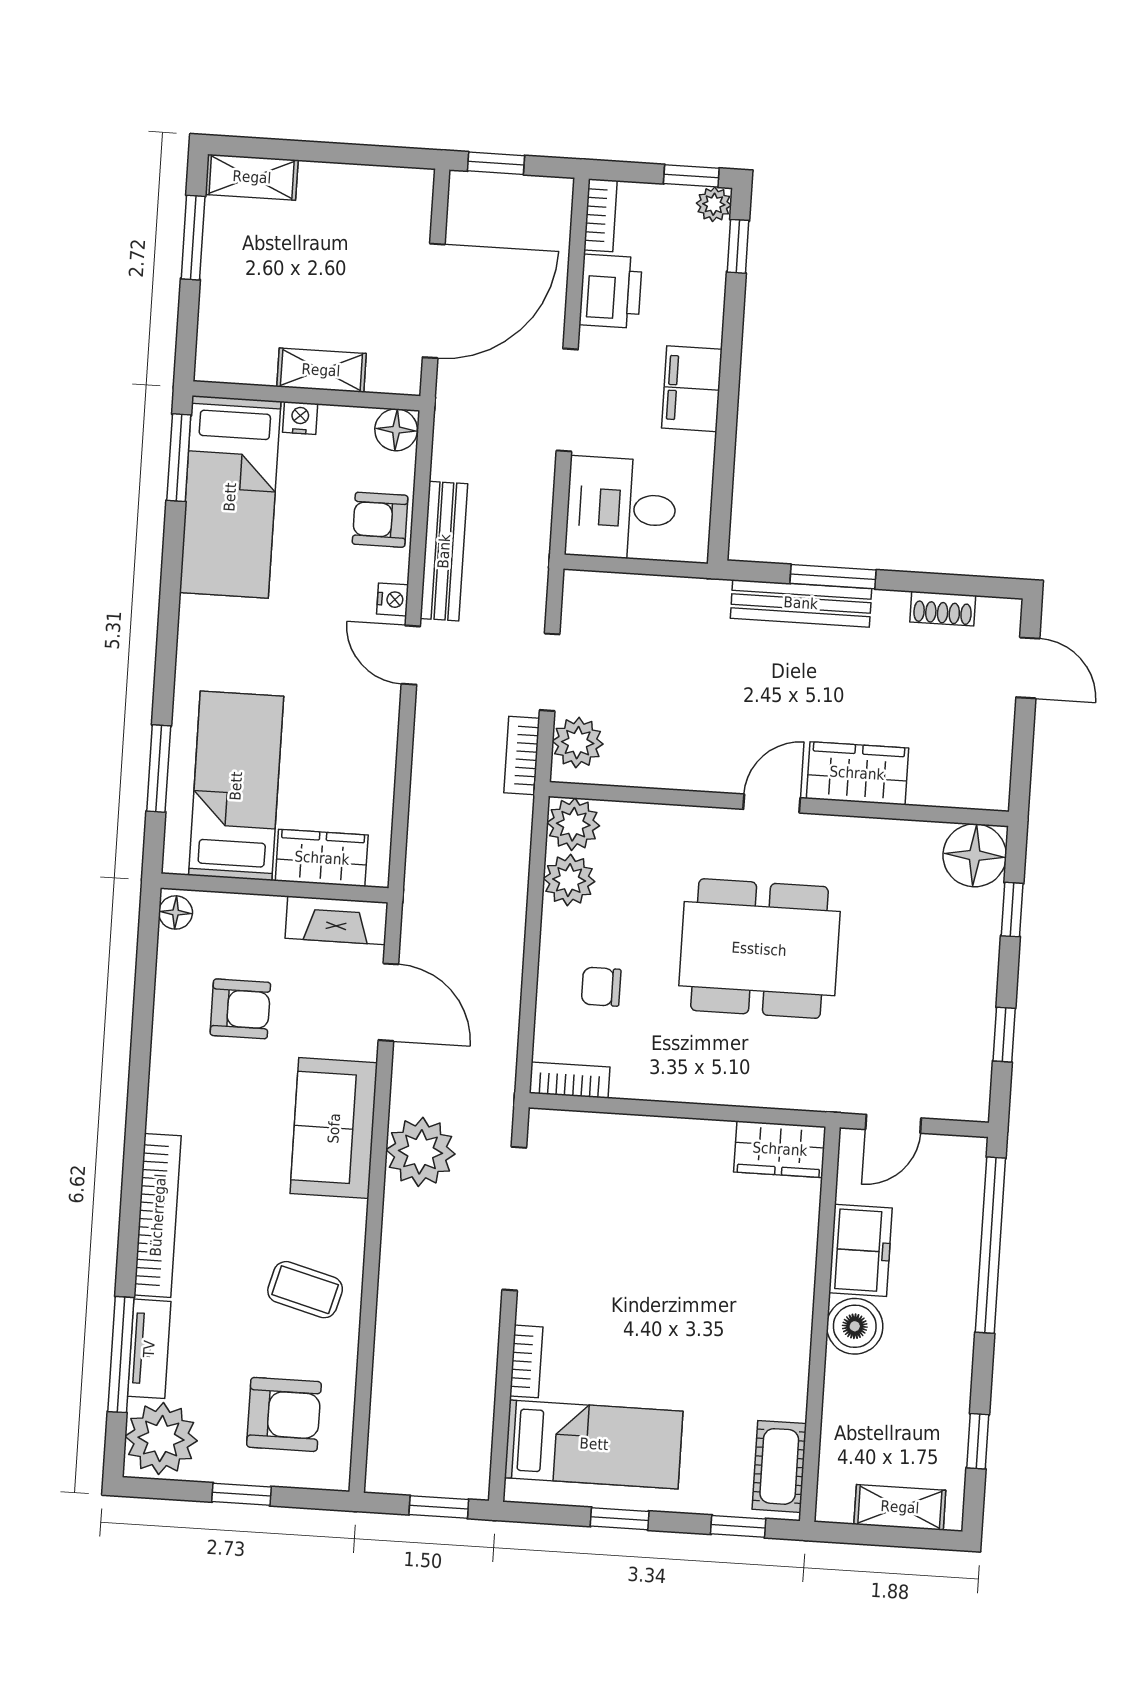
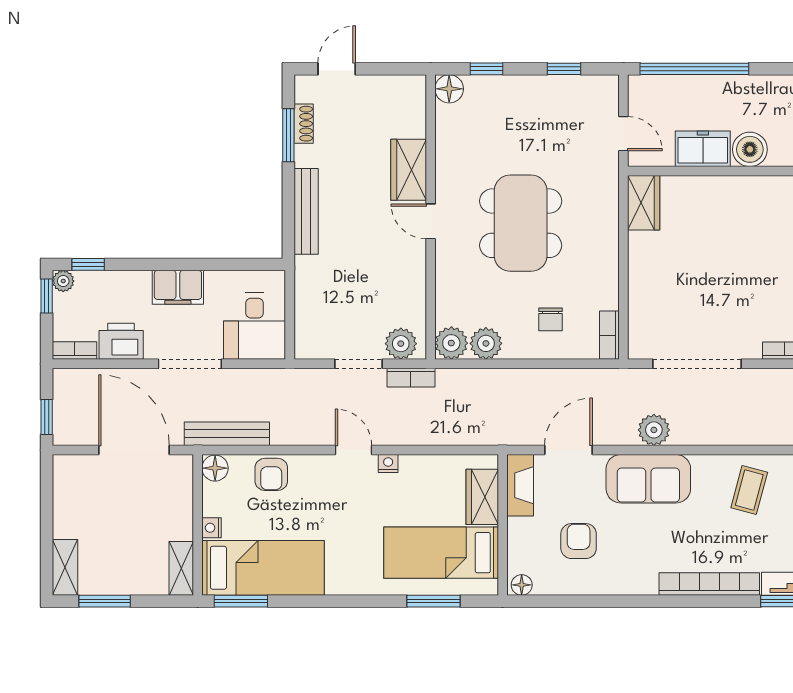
shelving: (321, 370) -> (181, 568), moved
bench: (444, 551) -> (227, 434), moved
window: (833, 577) -> (288, 135), moved
nightstand: (393, 599) -> (388, 464), moved
door: (411, 655) -> (353, 450), swing flipped
floor lamp: (975, 855) -> (449, 89), width x0.73, depth x0.73
plant: (421, 1152) -> (654, 430), width x0.73, depth x0.73

